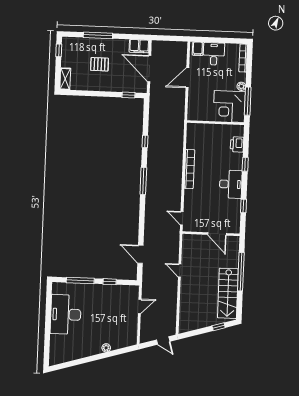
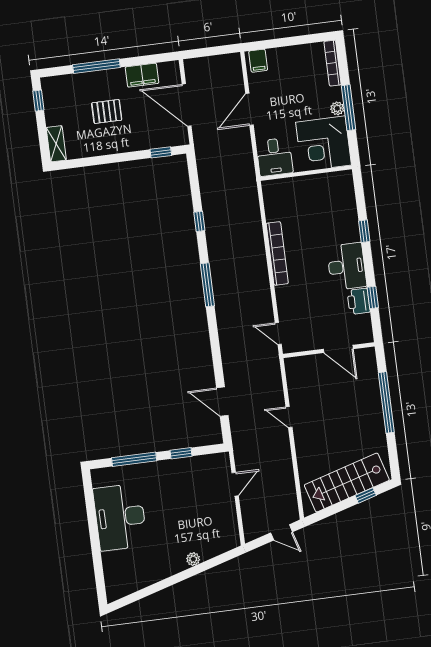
filing cabinet: (139, 46) -> (142, 75), moved
desk: (214, 54) -> (274, 157), moved, turned 180
window: (248, 101) -> (348, 108), moved
printer: (237, 144) -> (359, 301), moved
stairs: (228, 293) -> (347, 483), moved, turned 74

